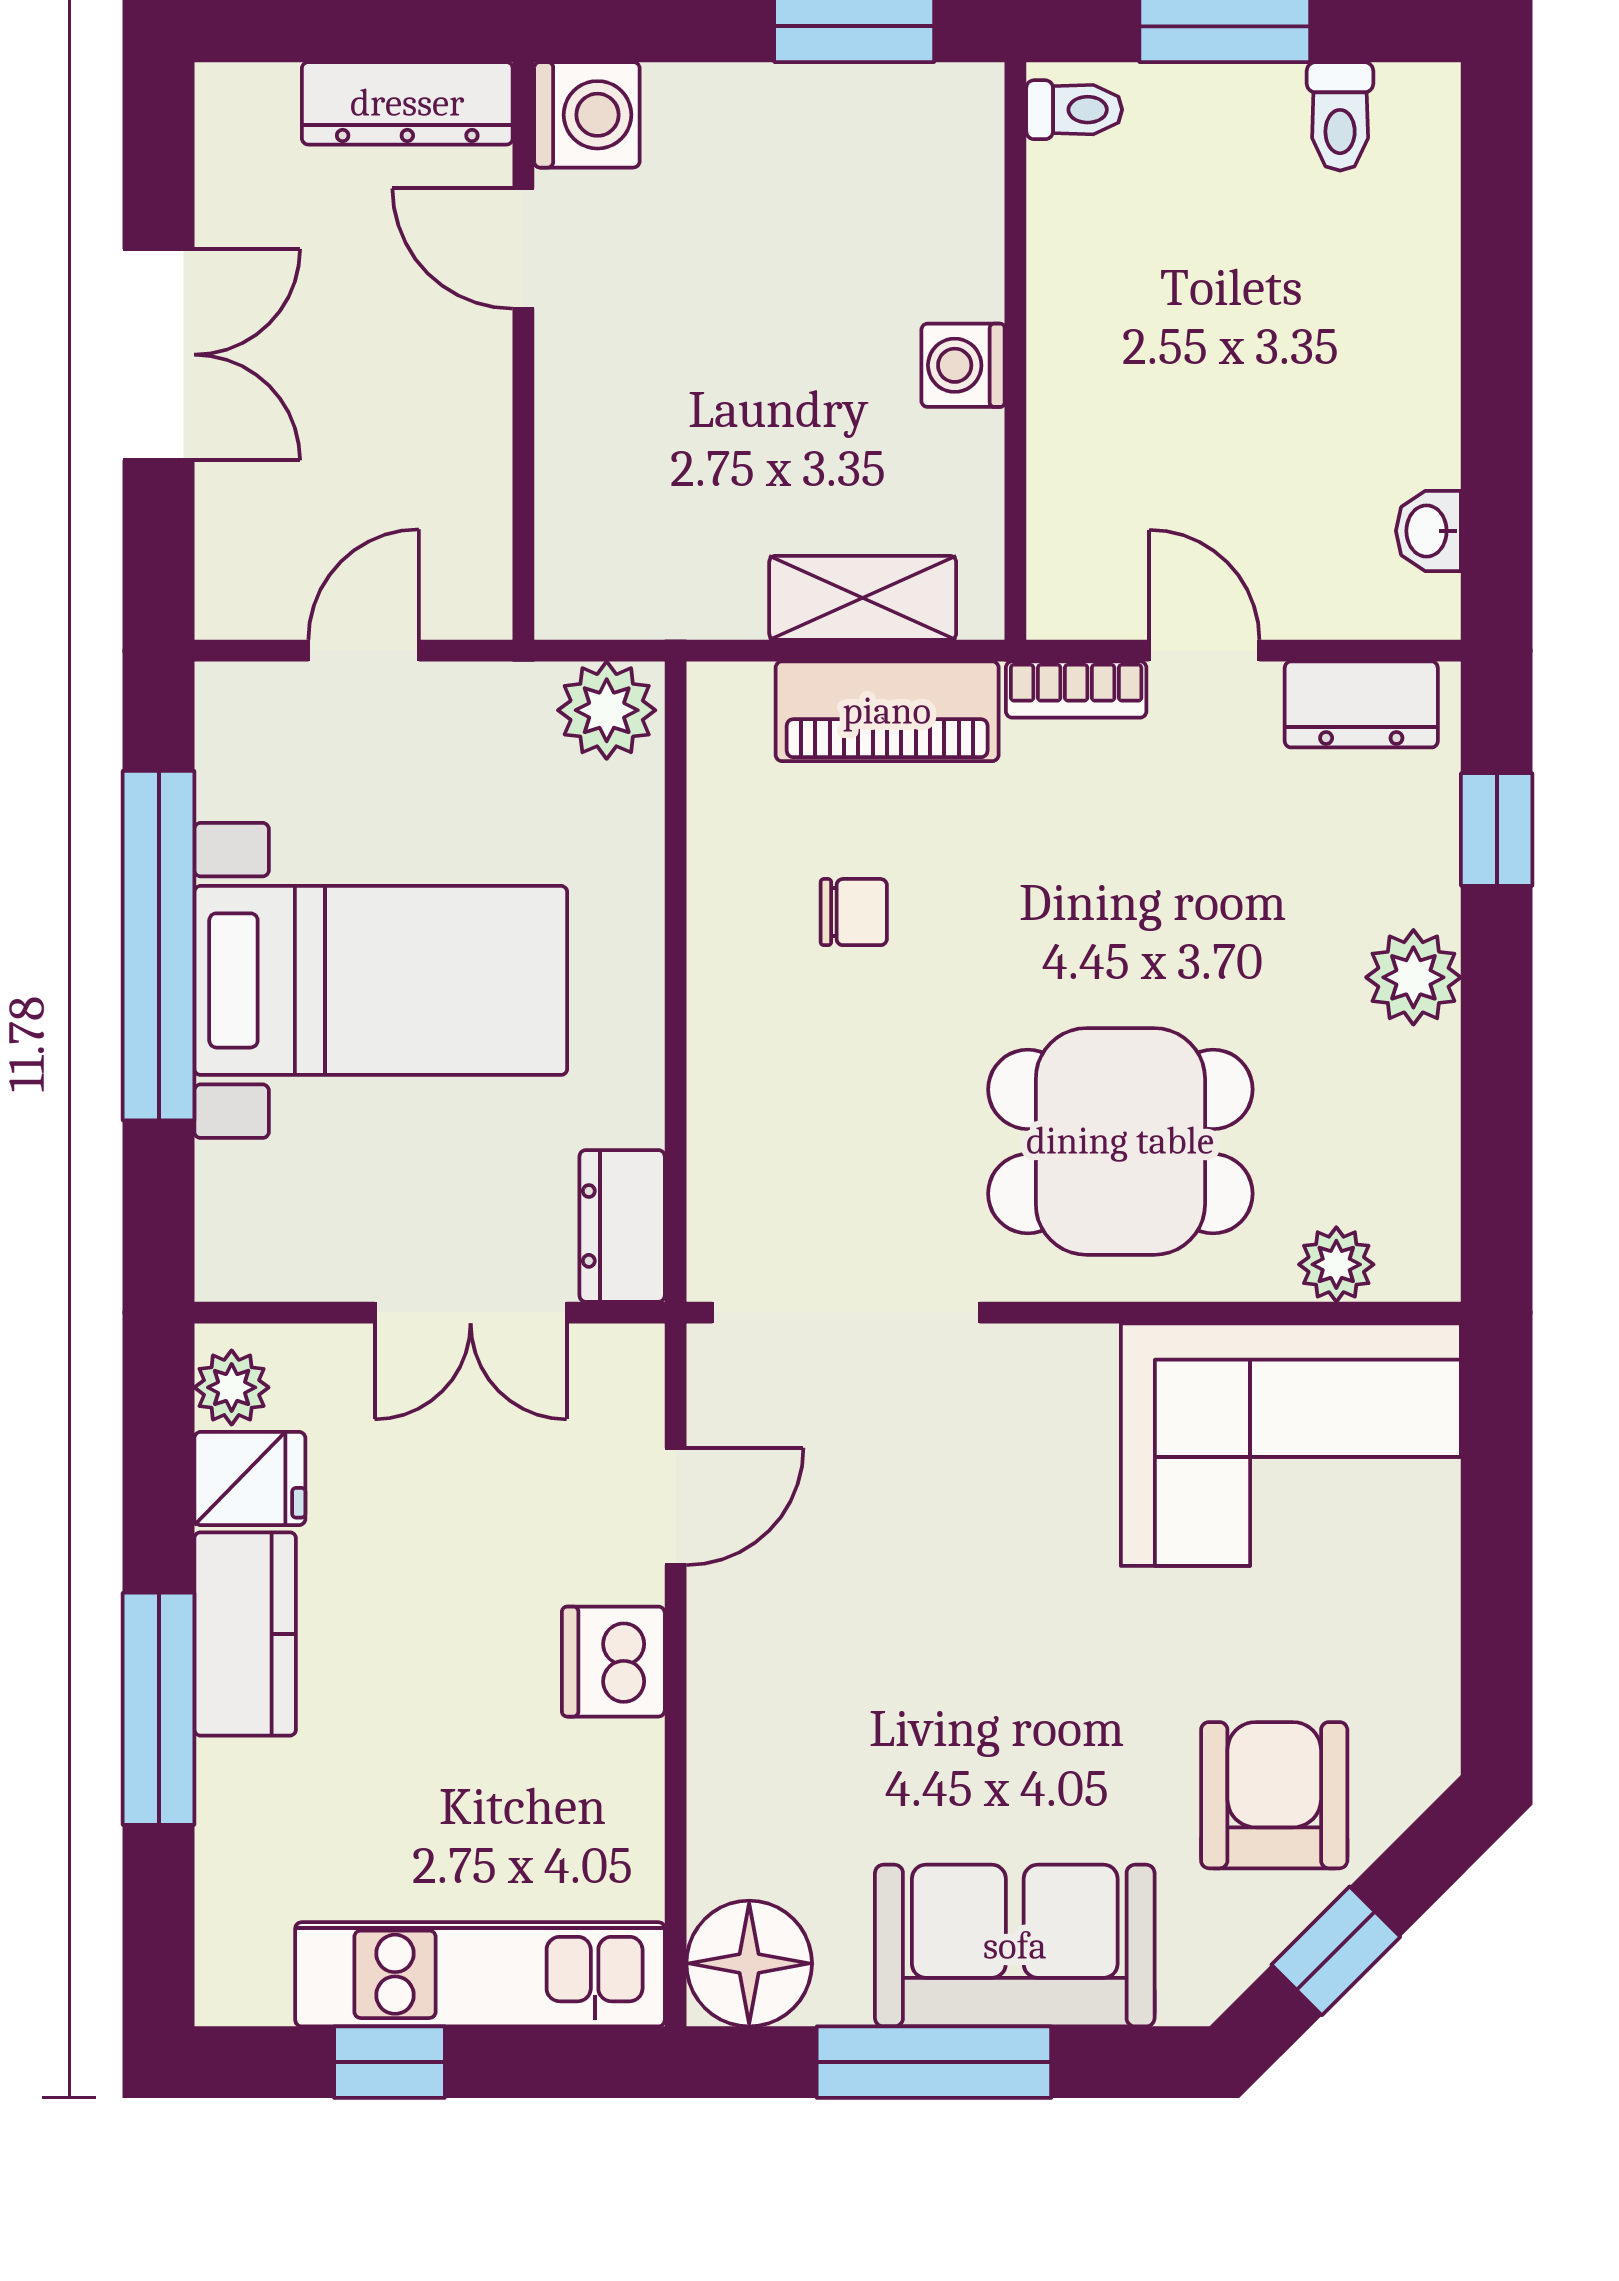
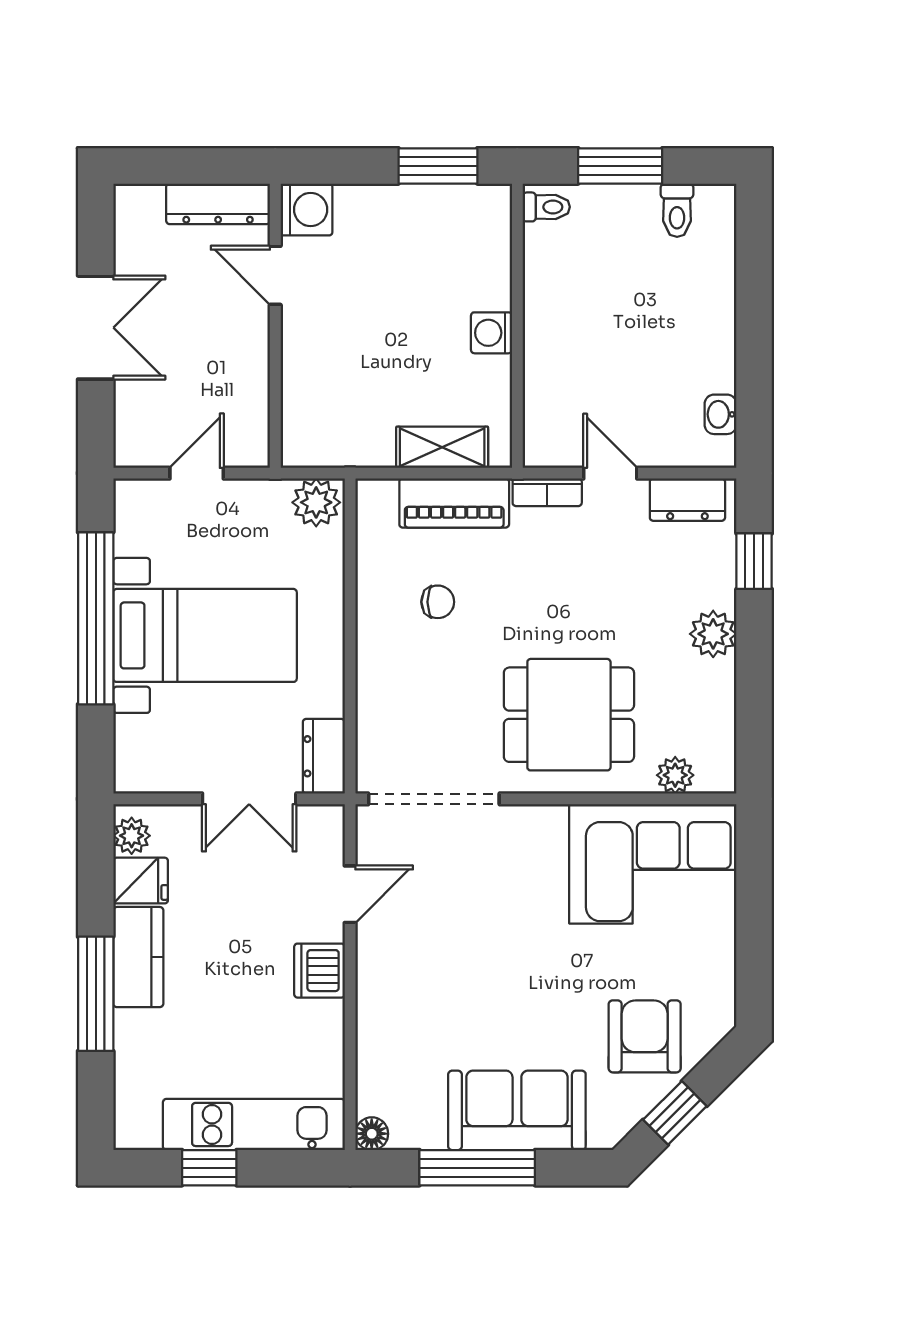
floor lamp: (749, 1963) -> (372, 1134), width x0.53, depth x0.53

